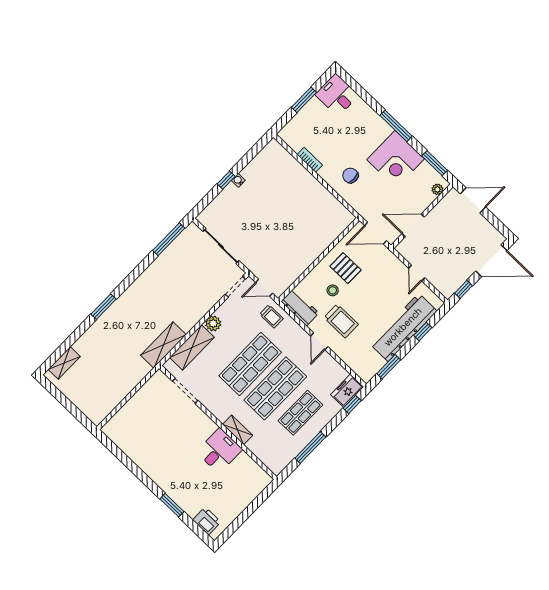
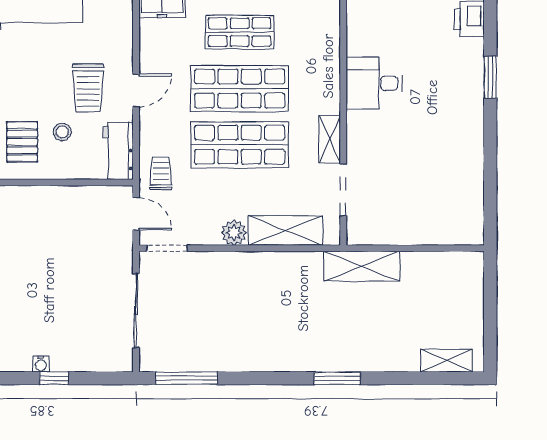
trolley: (341, 321) -> (88, 88), turned 180
shelving: (163, 345) -> (362, 266), moved
shelving: (238, 430) -> (330, 139), moved

